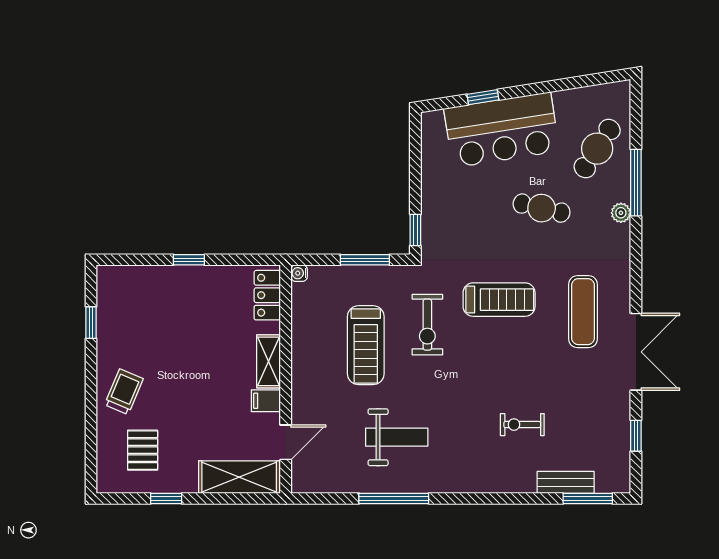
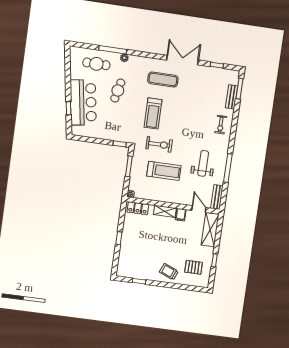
cafe table: (597, 149) -> (96, 64), turned -33
treadmill: (499, 300) -> (153, 113), turned 180
exercise bike: (522, 425) -> (221, 125), moved
bench: (320, 482) -> (217, 197), added

